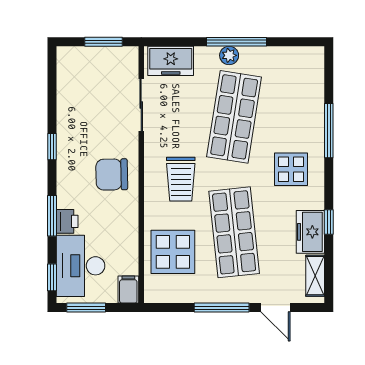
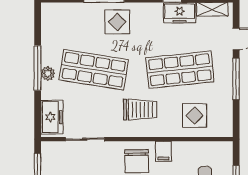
display table: (291, 169) -> (117, 22), moved
display table: (173, 252) -> (195, 115), width x0.73, depth x0.73
filing cabinet: (128, 289) -> (163, 151), moved, turned -90

